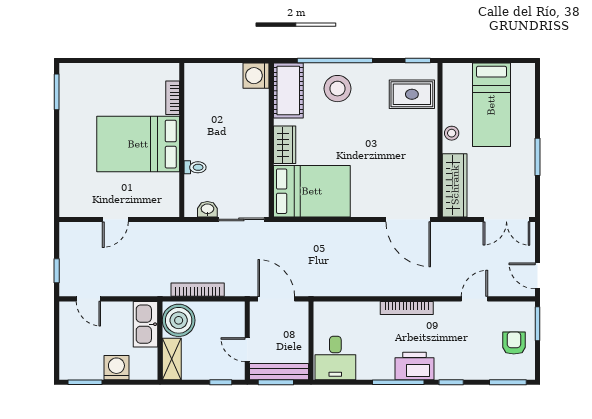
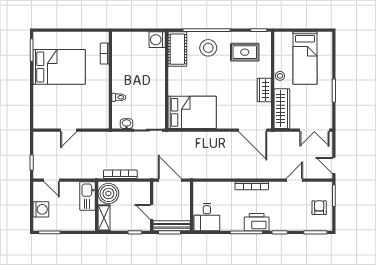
rug: (412, 94) -> (245, 52), moved
bed: (138, 144) -> (59, 67), moved, turned 180
wardrobe: (285, 145) -> (264, 90), moved, turned 180
washing machine: (116, 368) -> (41, 209), moved, turned 90

